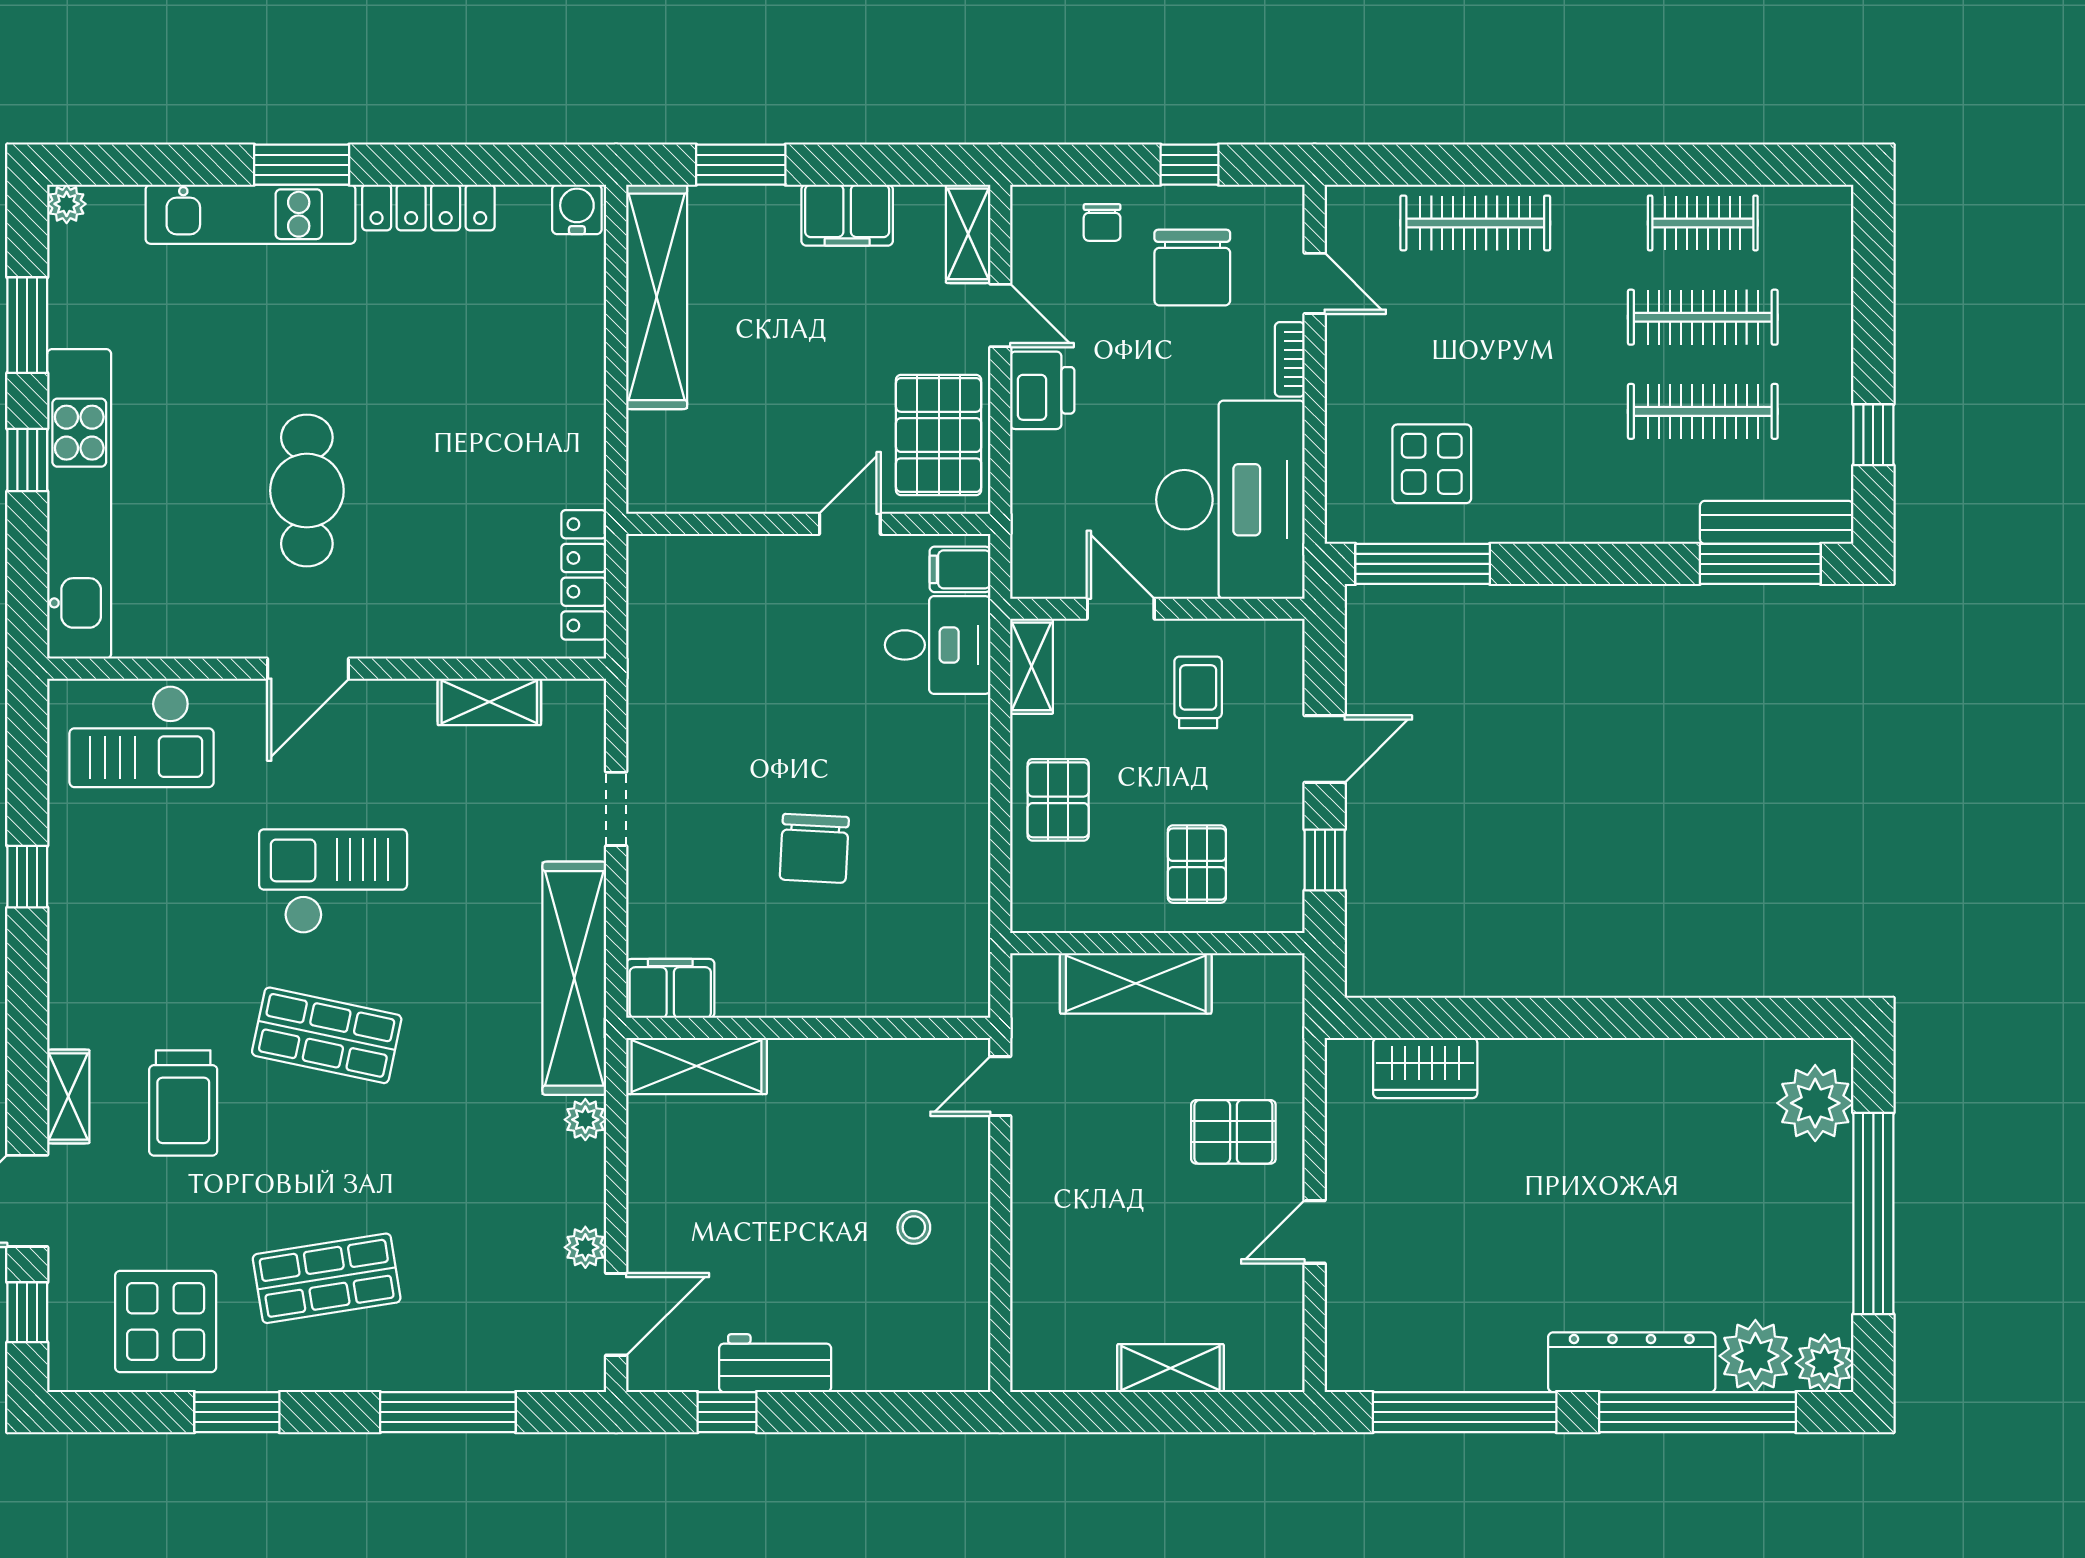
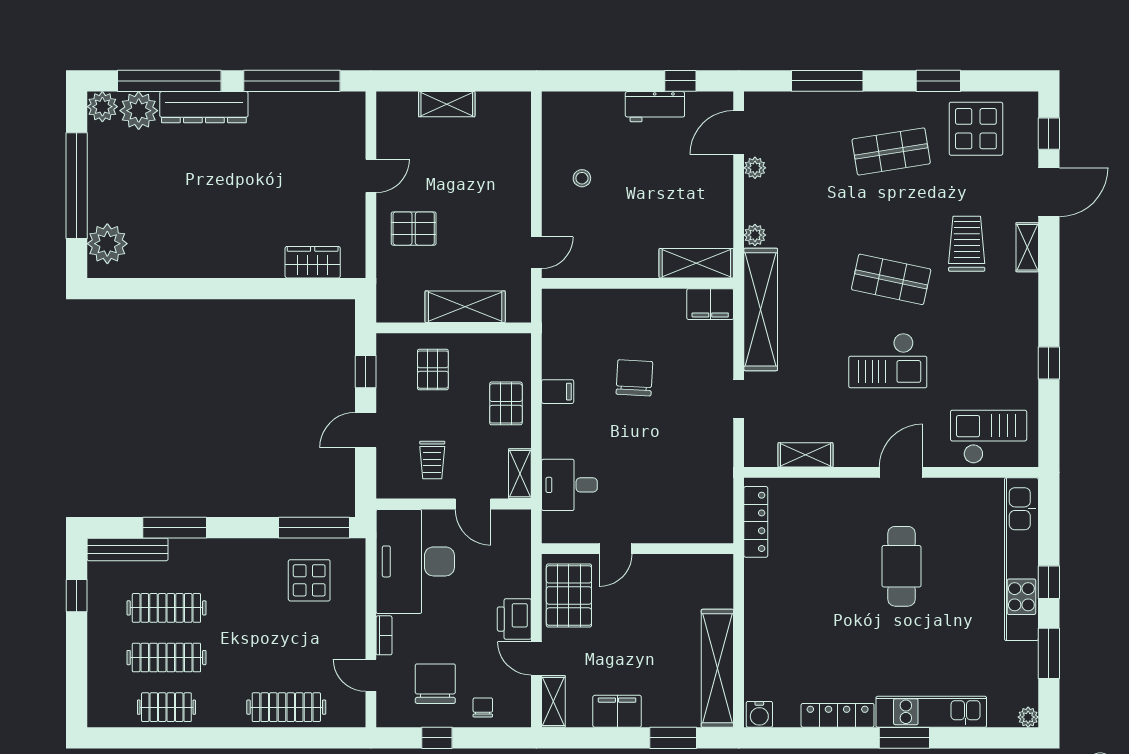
window: (1760, 564) -> (175, 528), moved
filing cabinet: (960, 569) -> (558, 392), moved

